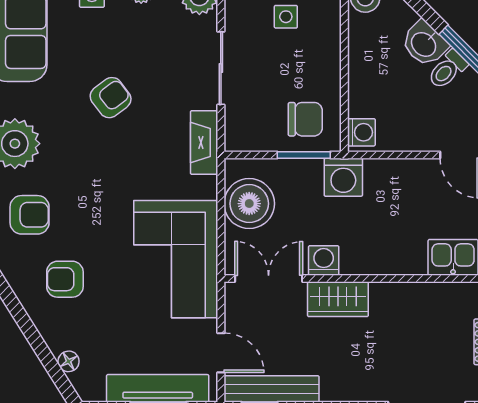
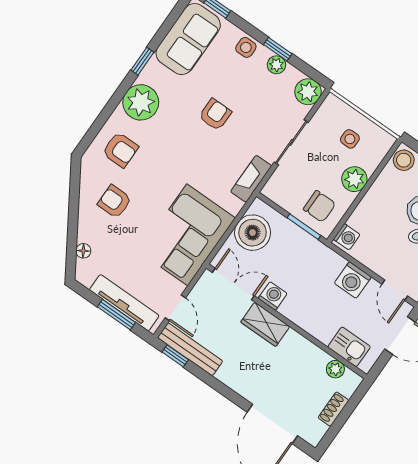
plant: (324, 59) -> (354, 179), added
armchair: (111, 98) -> (215, 115), turned -53
washing machine: (343, 177) -> (353, 280), moved
plant: (455, 294) -> (335, 369), added

